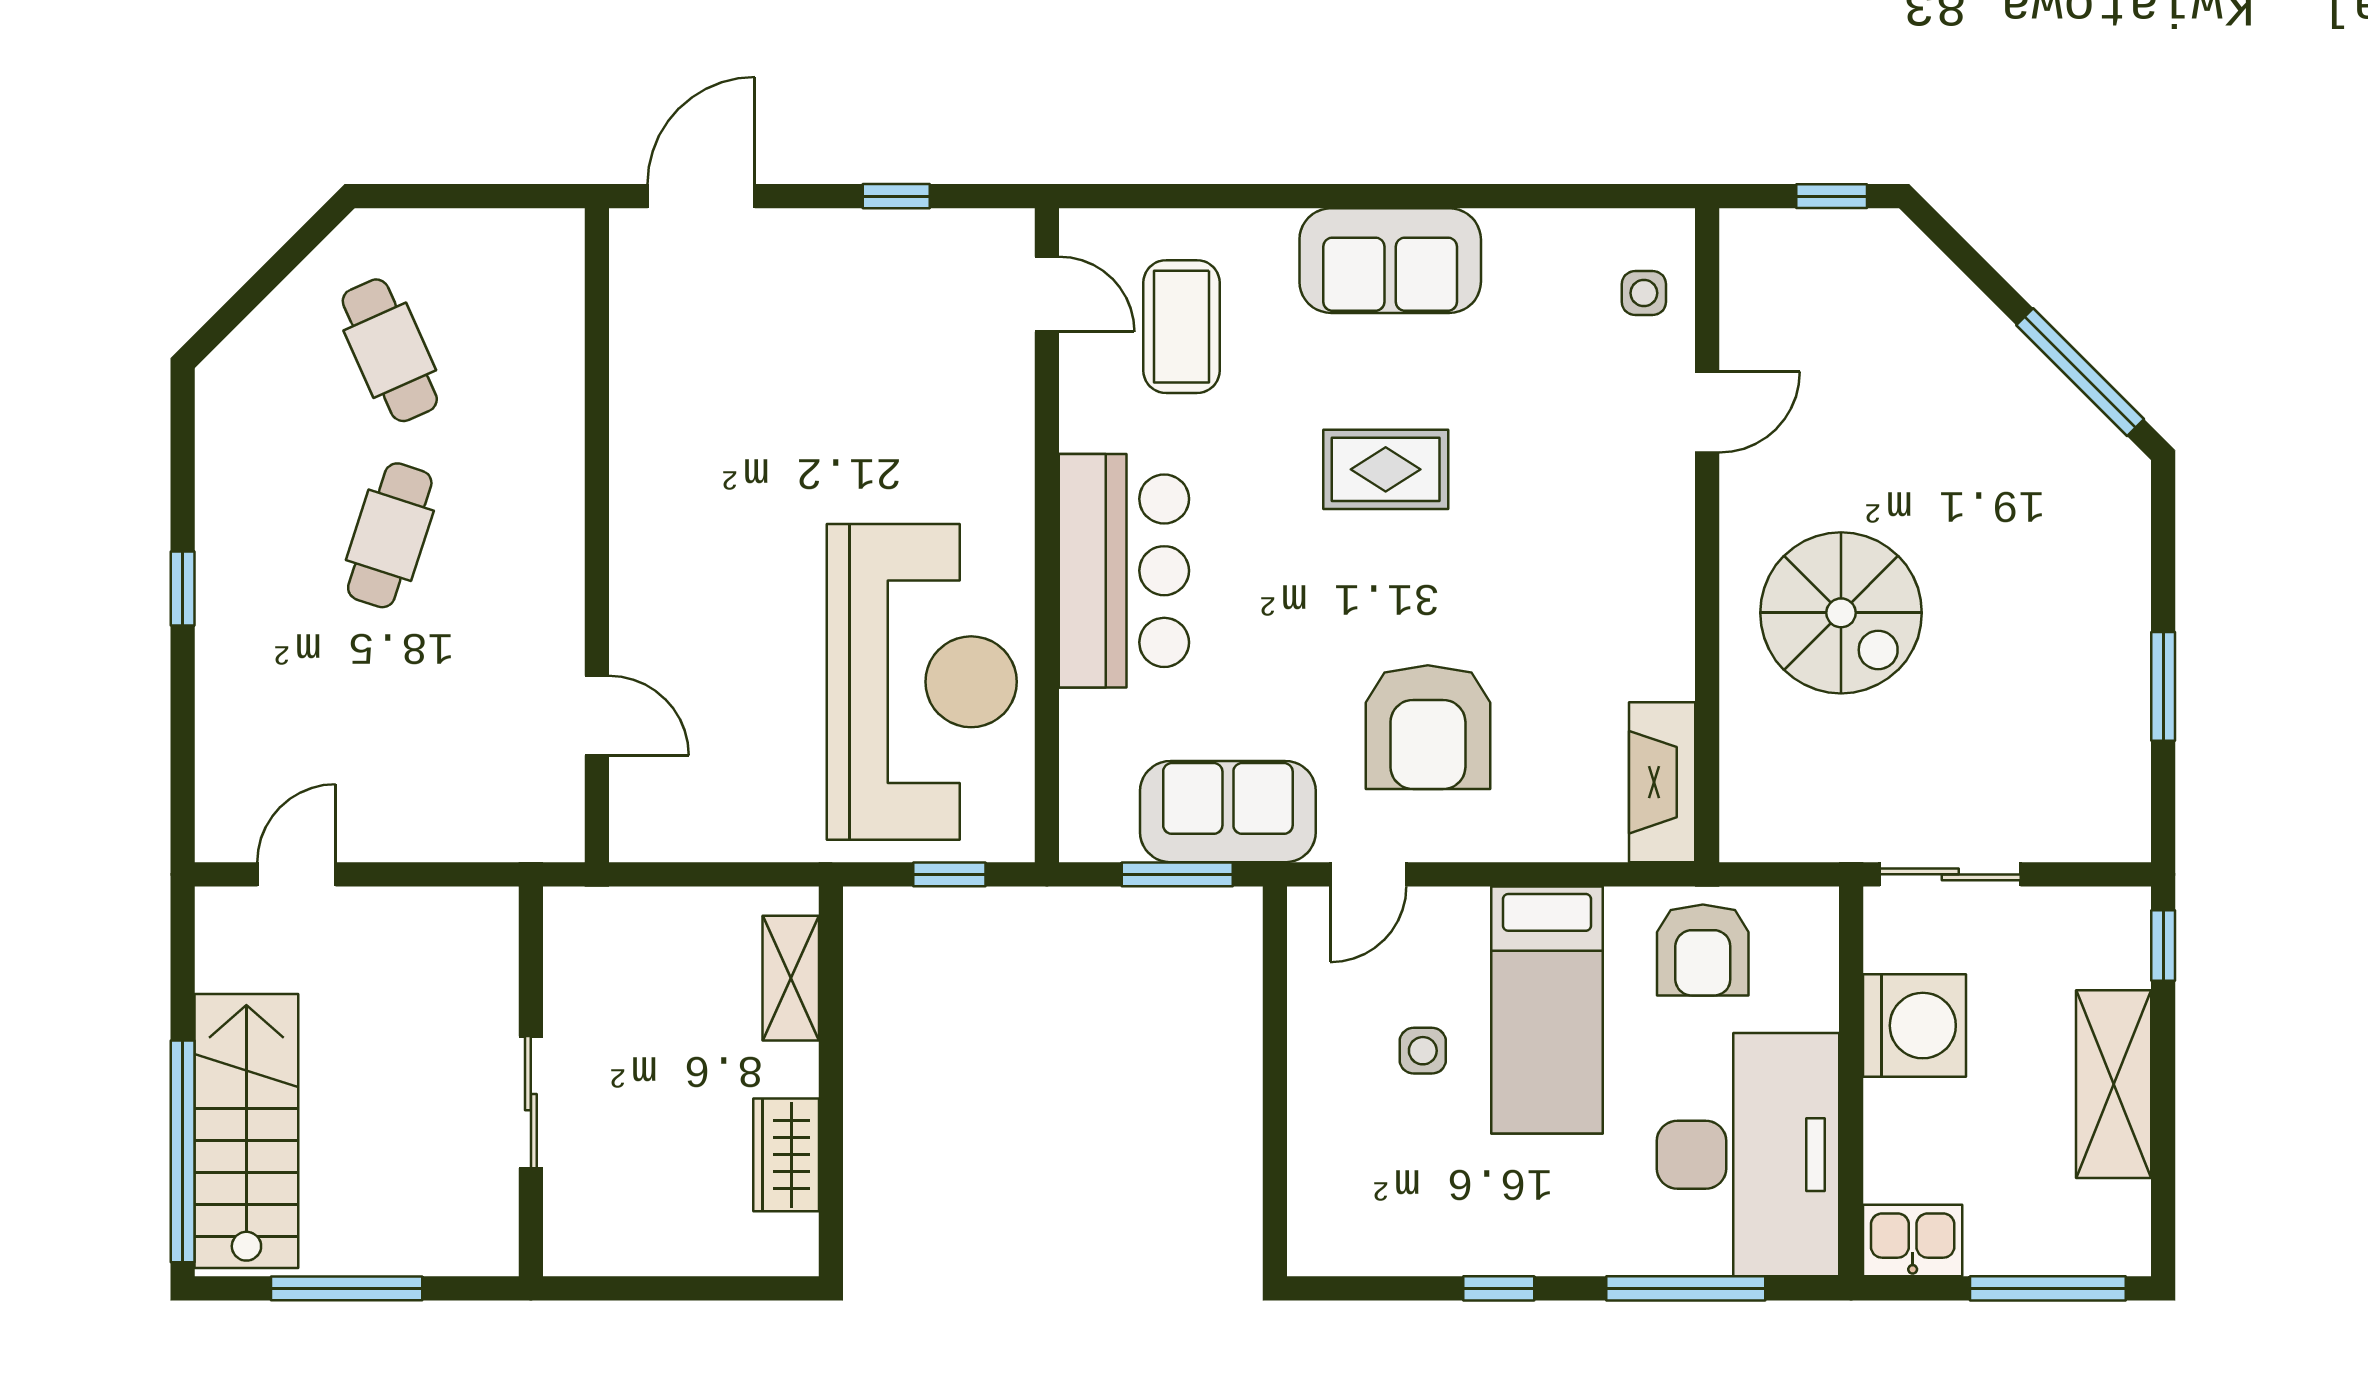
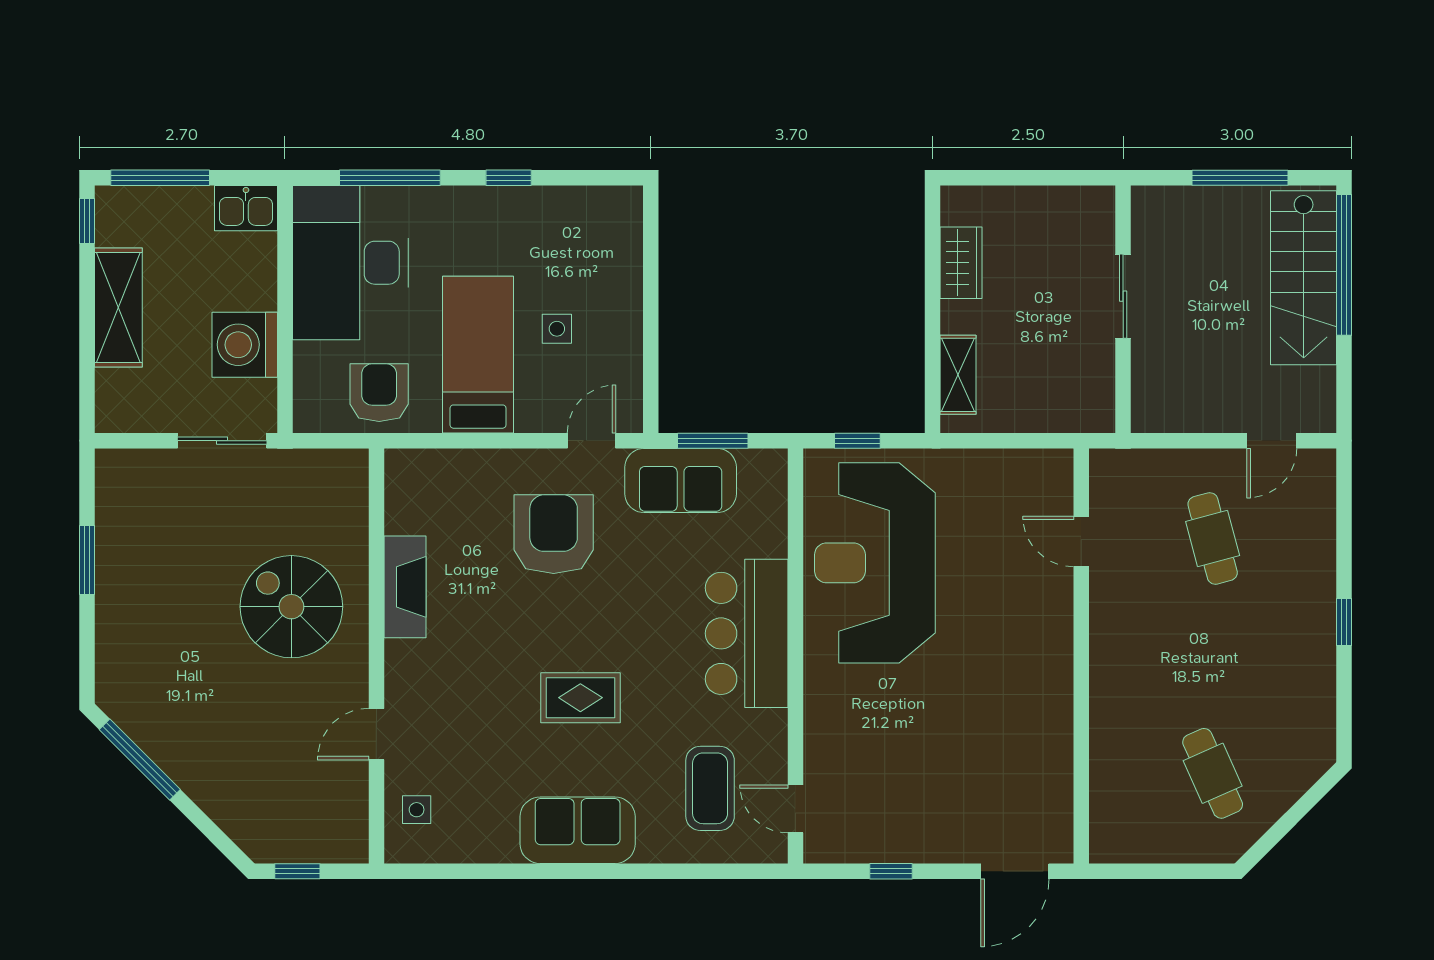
cafe table: (390, 535) -> (1213, 538), moved, turned -33
fireplace: (1662, 782) -> (405, 587), moved
window: (2163, 945) -> (87, 221), moved

